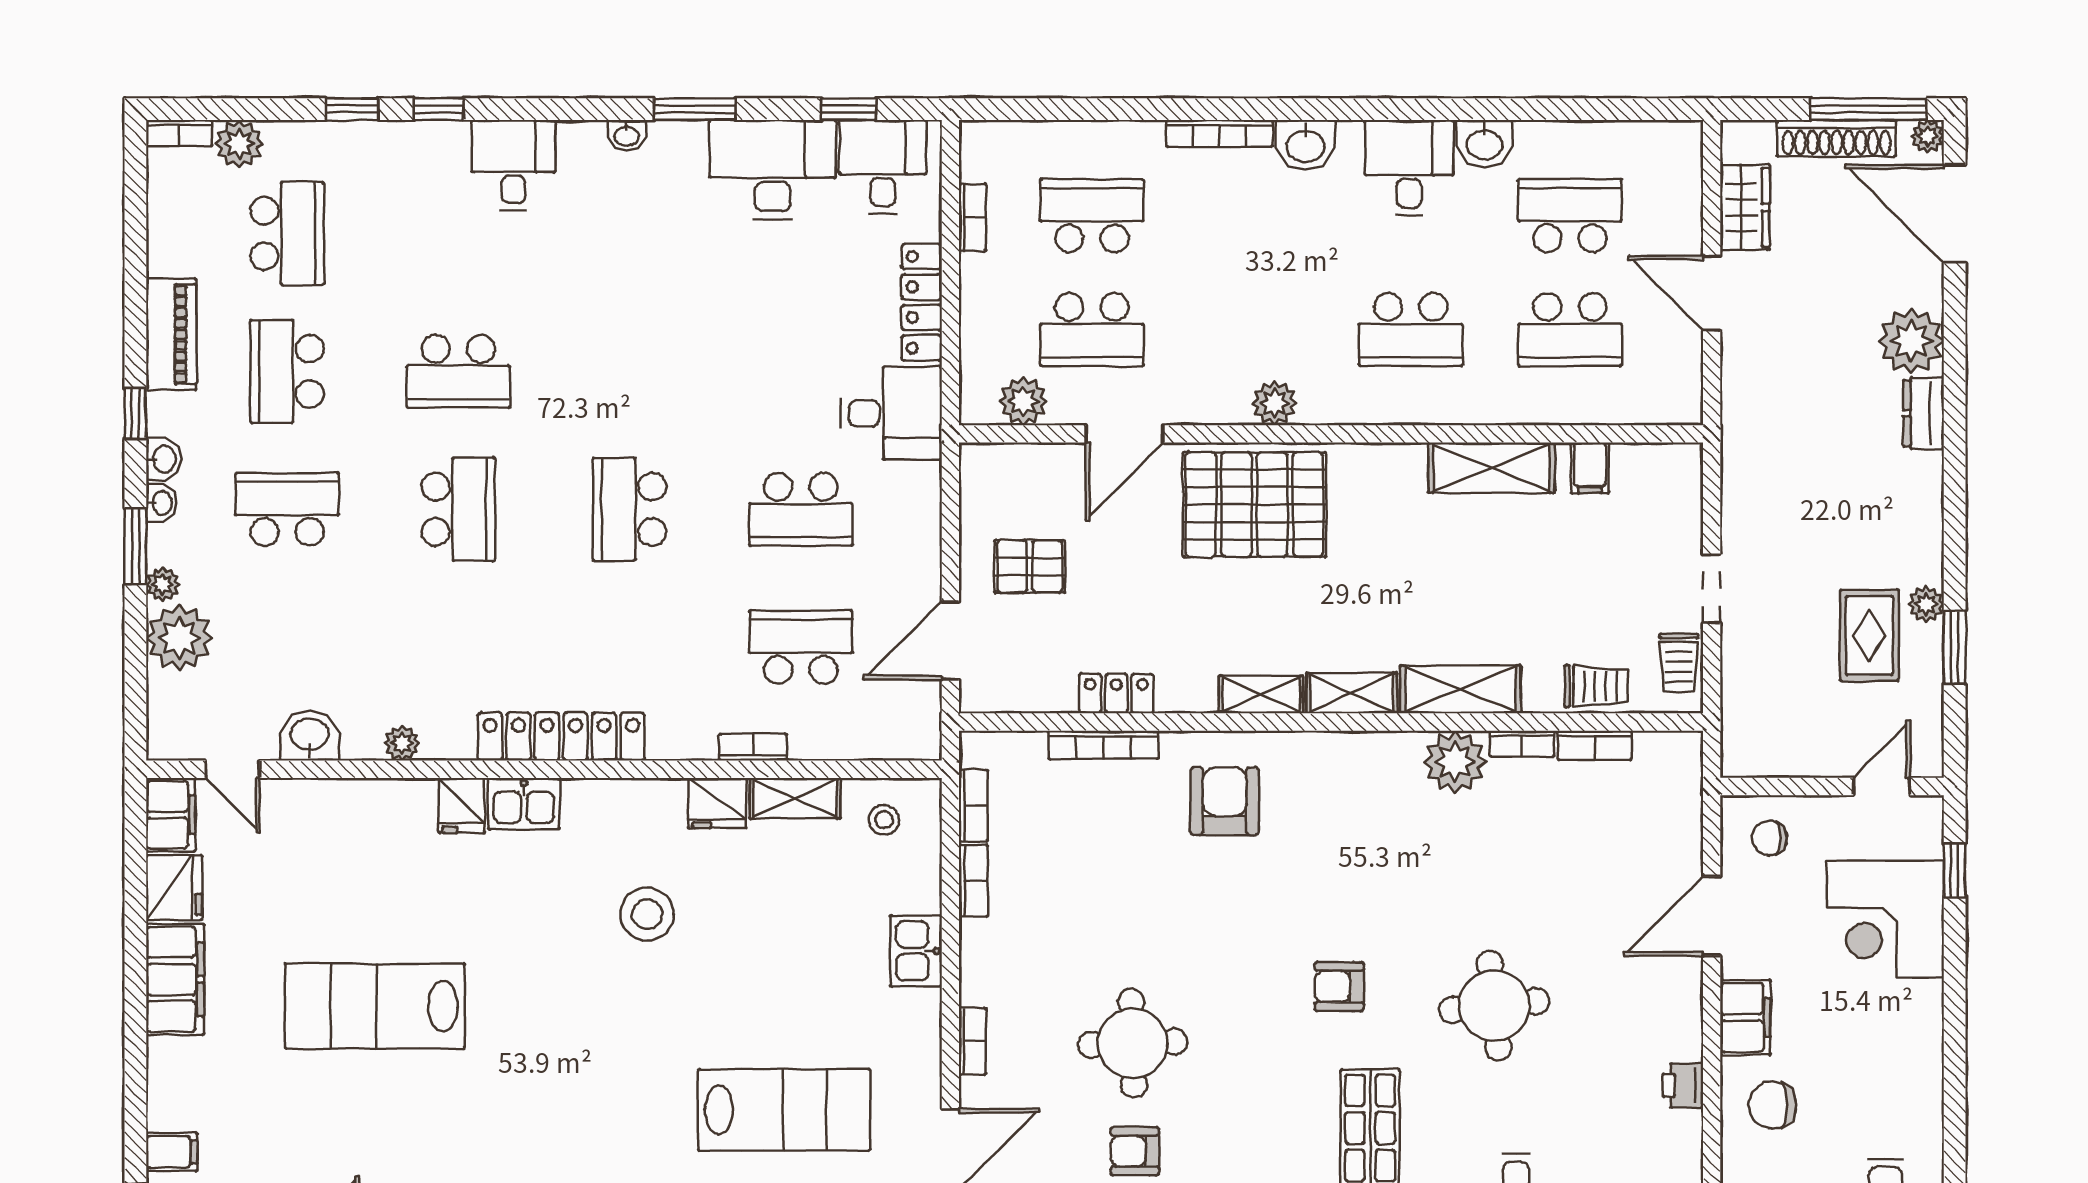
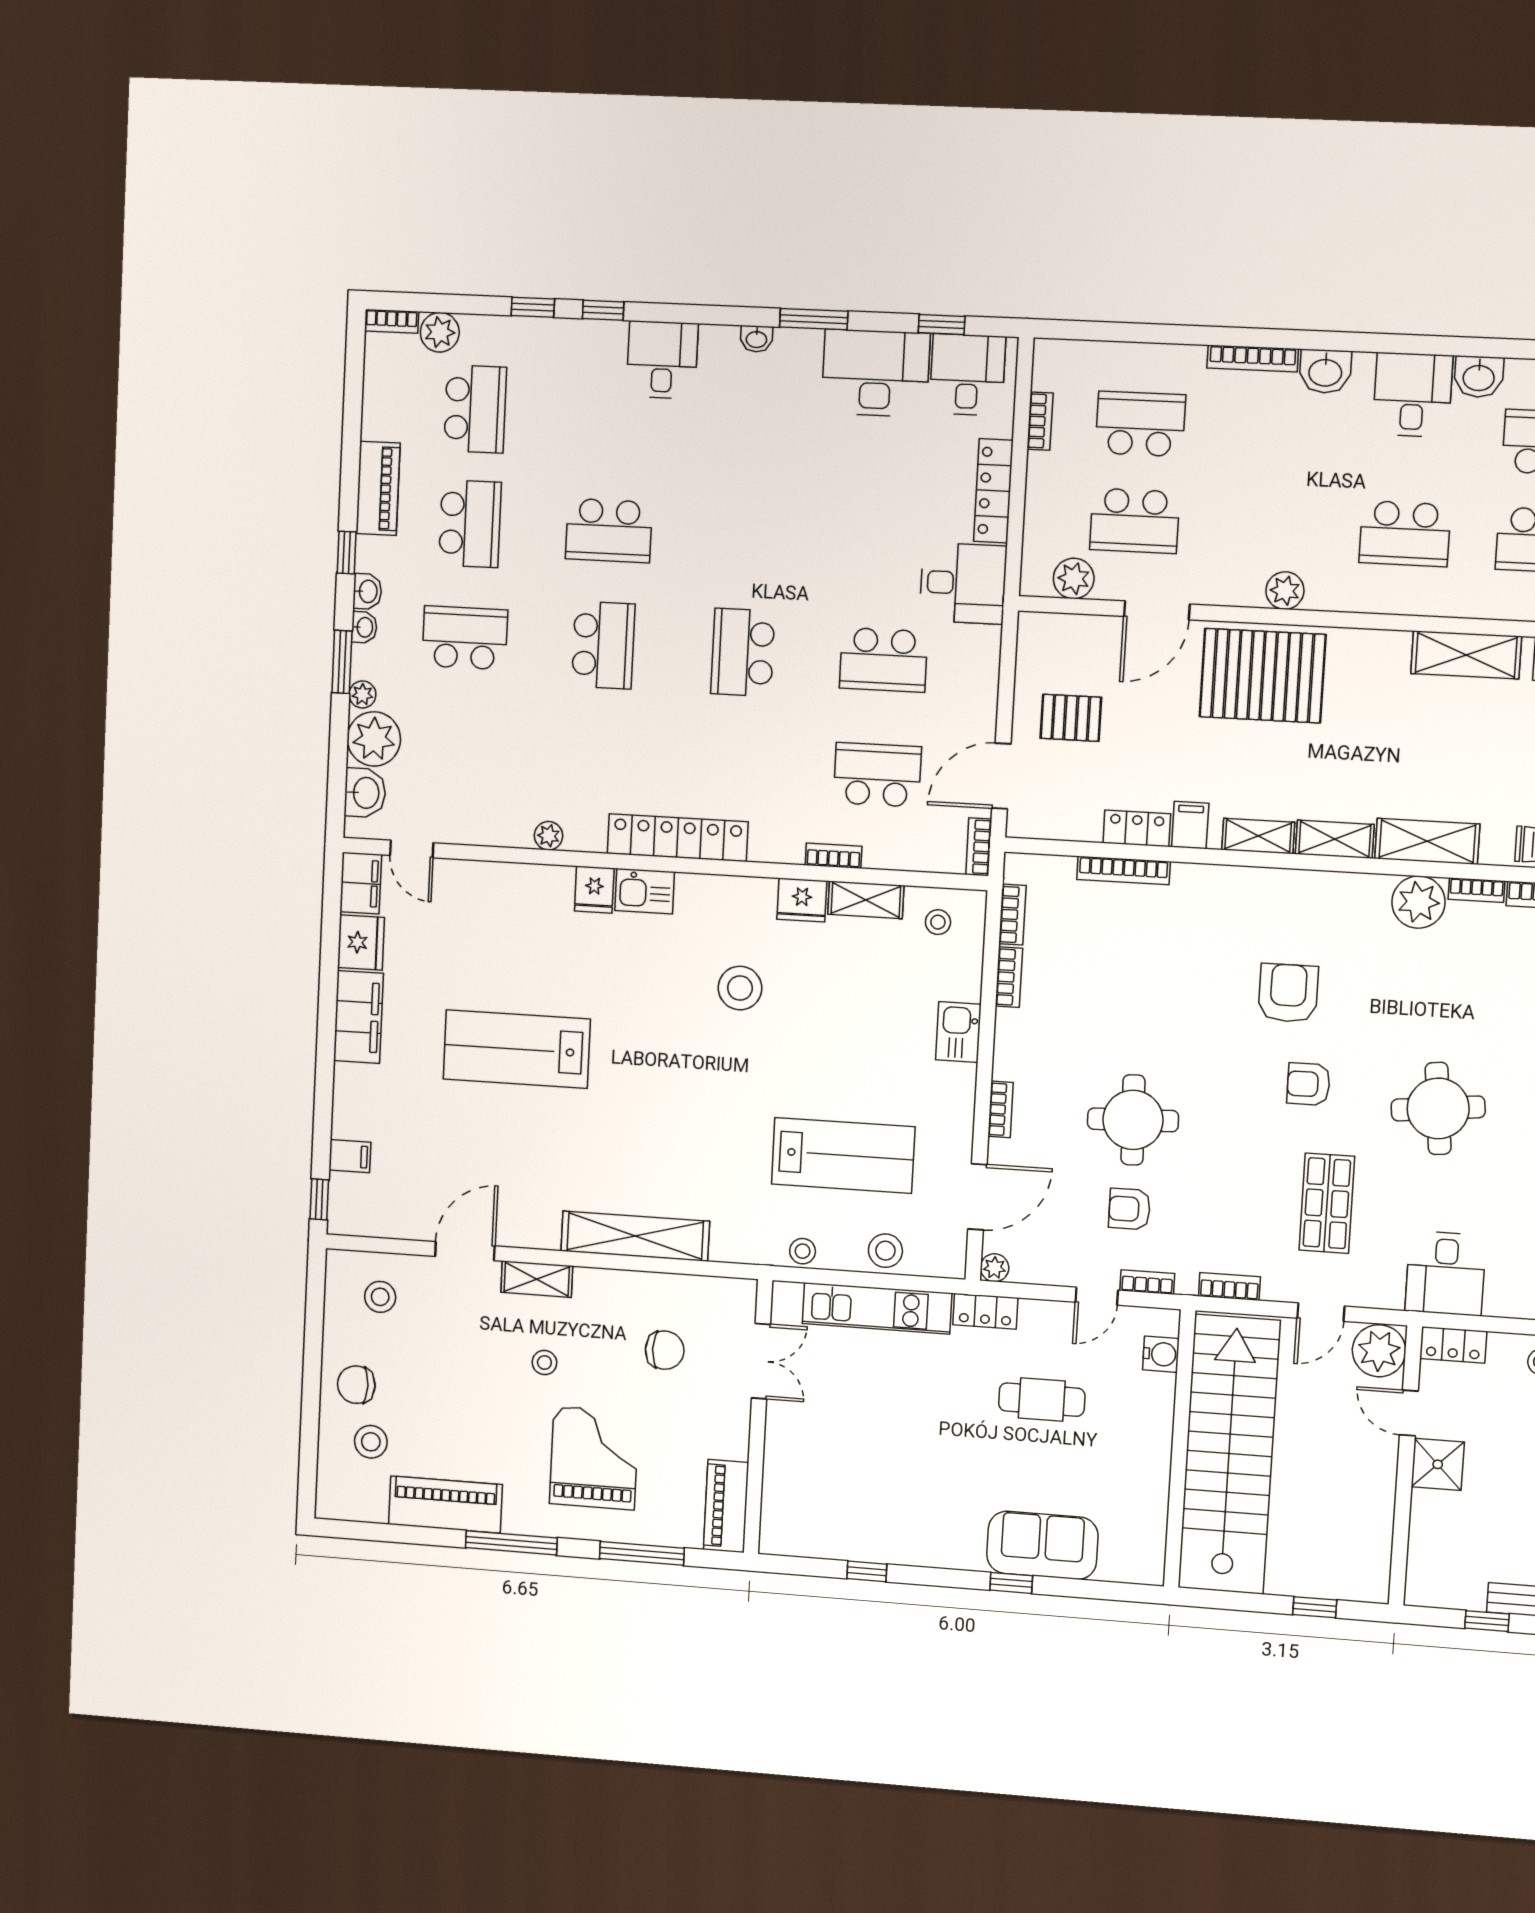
school desk: (287, 371) -> (470, 524), turned 180
filing cabinet: (1180, 686) -> (1190, 825), added
bookcase: (928, 726) -> (979, 847), added
washbasin: (310, 736) -> (365, 793), moved, turned 90
armchair: (1225, 801) -> (1288, 993), moved

